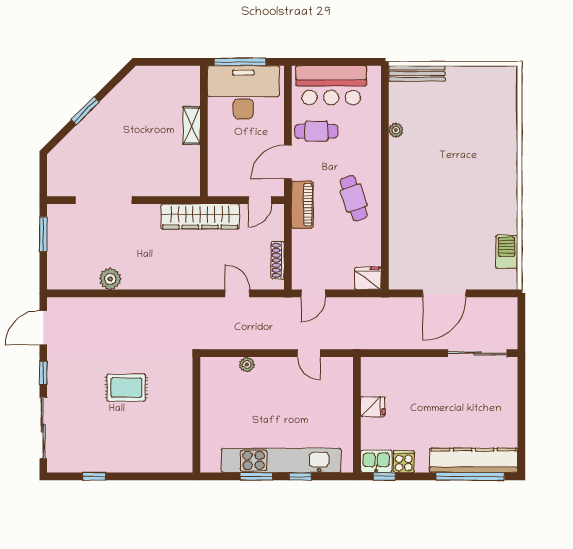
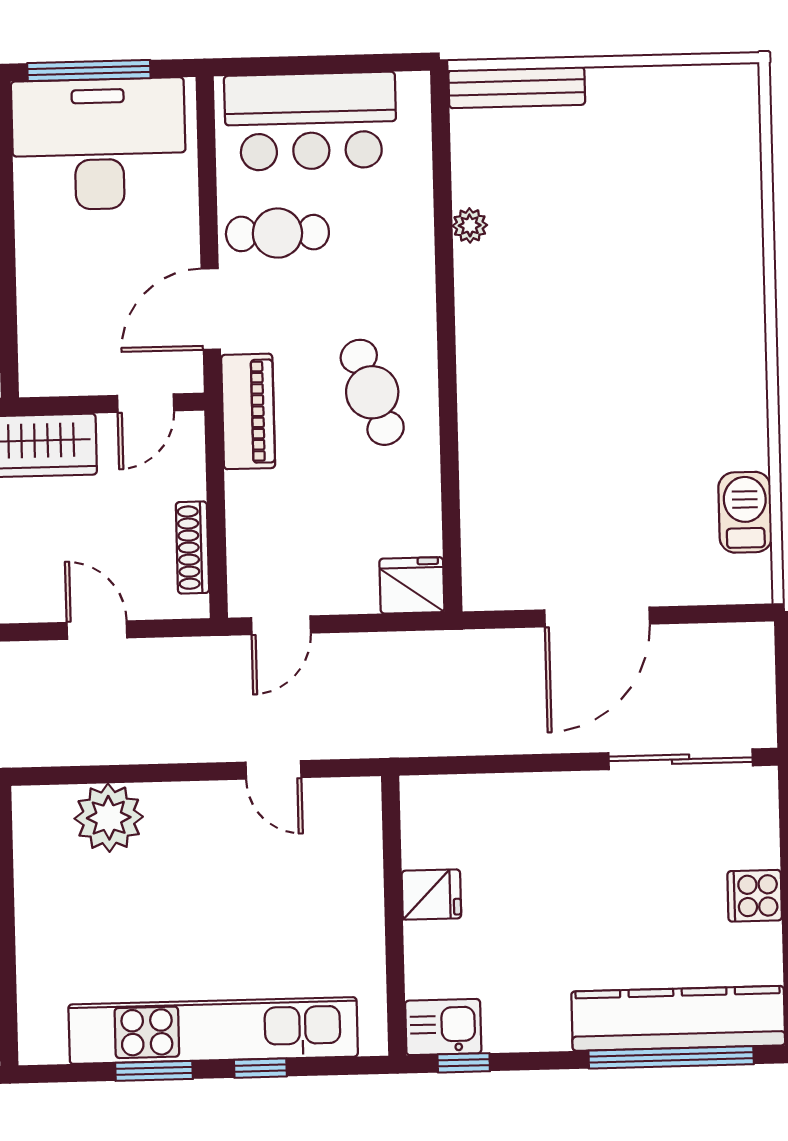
plant: (247, 365) -> (109, 818), width x1.88, depth x1.88
cooker: (404, 462) -> (755, 896), moved, turned -90

